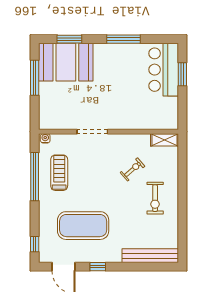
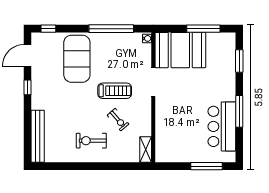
booth: (66, 62) -> (180, 50), moved, turned 90
bar counter: (164, 70) -> (222, 126), moved, turned -90
window: (182, 74) -> (207, 166), width x1.44
treadmill: (59, 173) -> (115, 91), moved
exercise mat: (83, 226) -> (77, 59), moved

